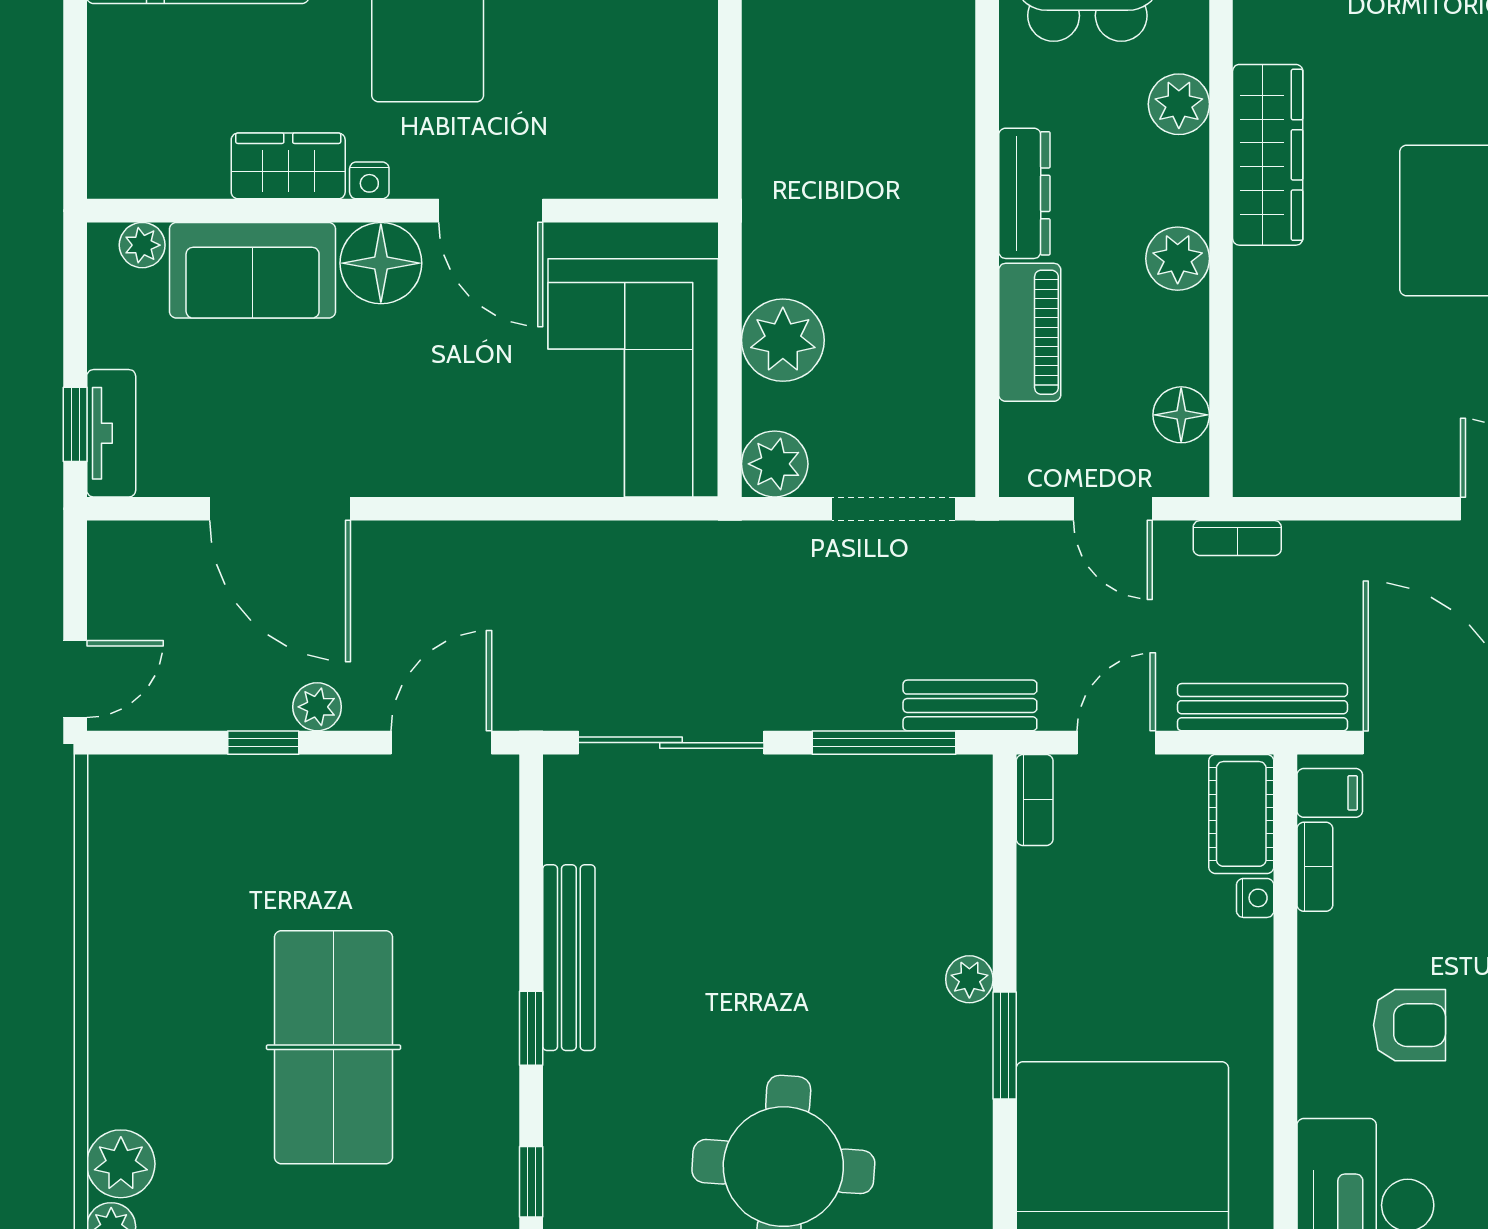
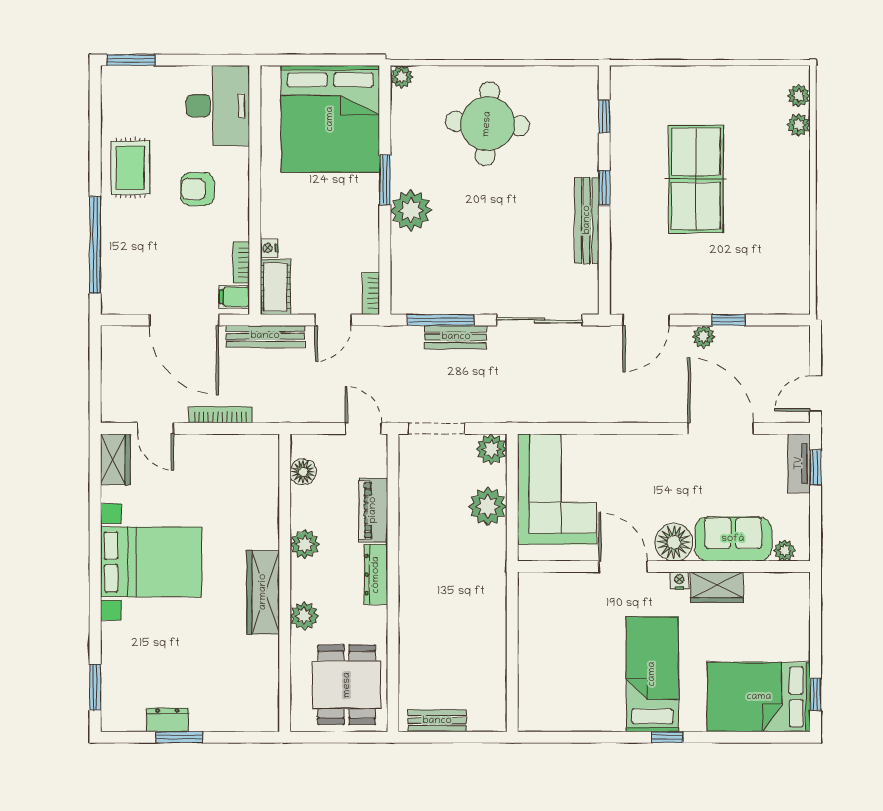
door: (1113, 509) -> (363, 428), moved
bookcase: (1237, 538) -> (220, 415), moved, width x1.56
door: (75, 679) -> (816, 394), moved
bench: (970, 705) -> (456, 337), moved
plant: (969, 979) -> (411, 210), width x1.87, depth x1.87
plant: (121, 1164) -> (799, 125), width x0.73, depth x0.73

